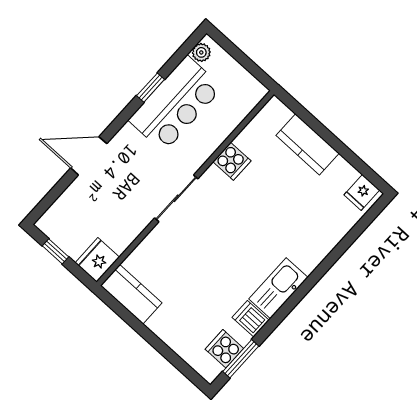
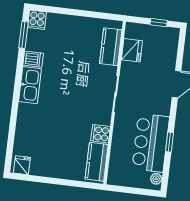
kitchen counter: (308, 144) -> (97, 162), moved, turned -90
fridge: (97, 260) -> (132, 50), moved
kitchen counter: (131, 294) -> (111, 47), moved, turned 90
cooker: (224, 349) -> (37, 20), moved, turned 90

